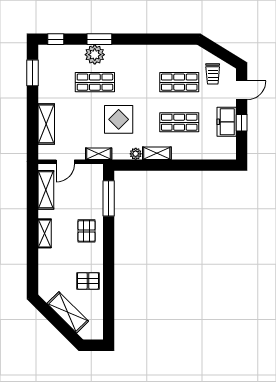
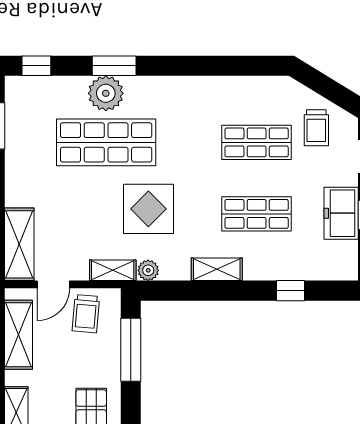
shop shelf: (95, 82) -> (106, 142), width x1.43, depth x1.36
shelving: (46, 124) -> (19, 244), moved
plant: (136, 154) -> (148, 270), moved
window: (198, 165) -> (290, 291), added
trolley: (84, 178) -> (86, 314), added

